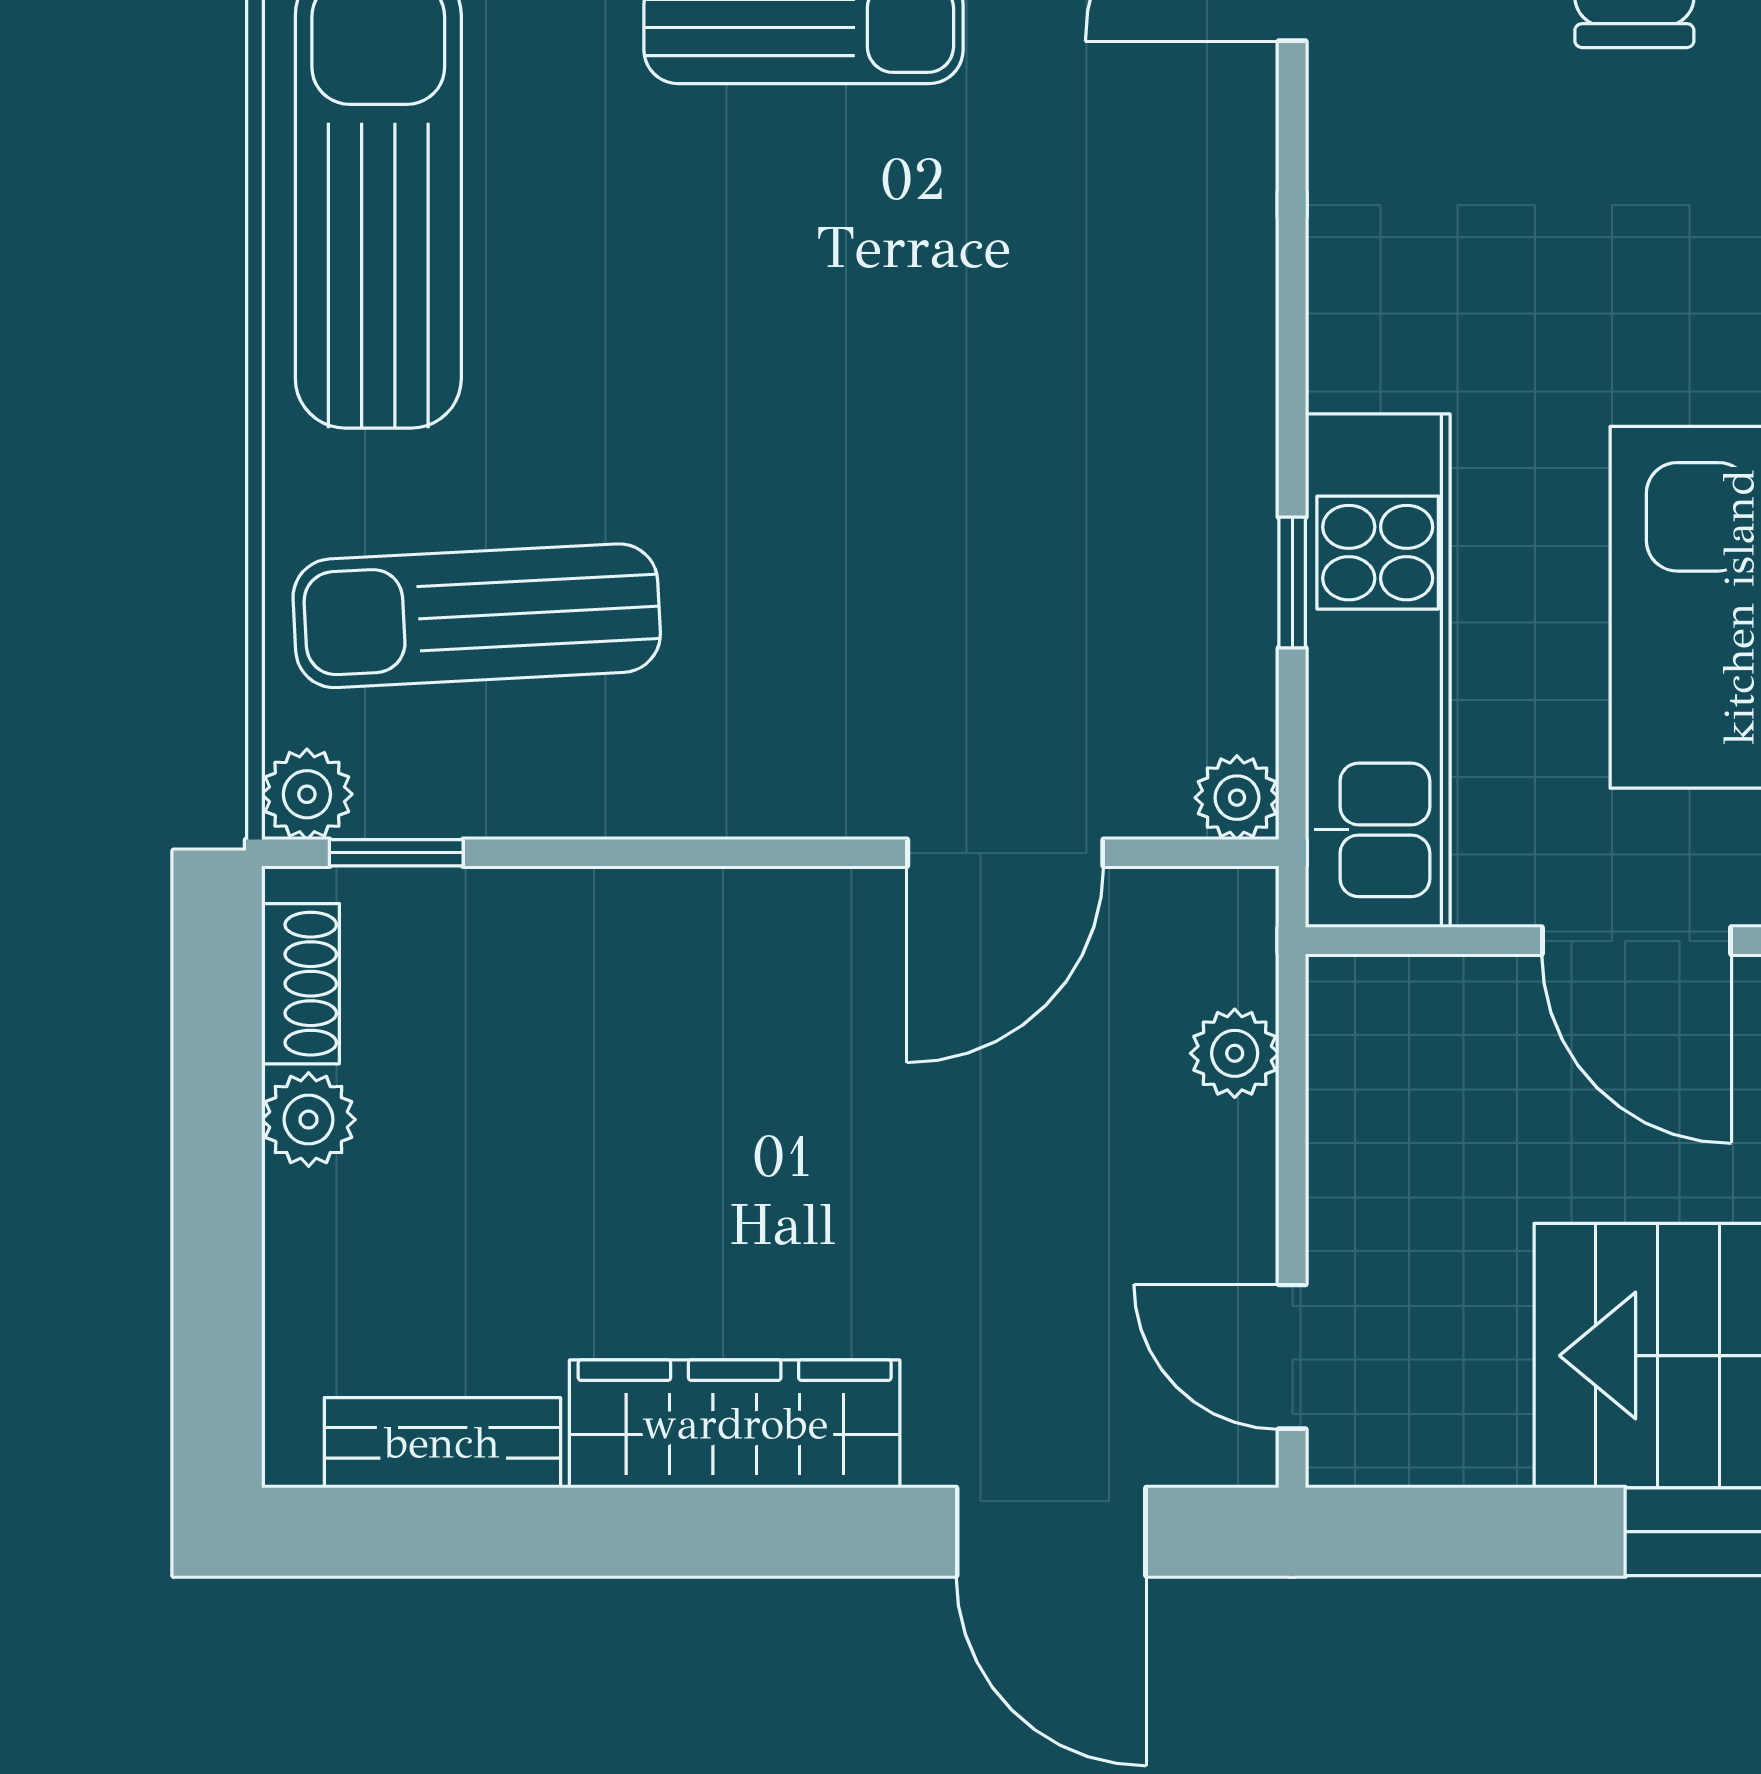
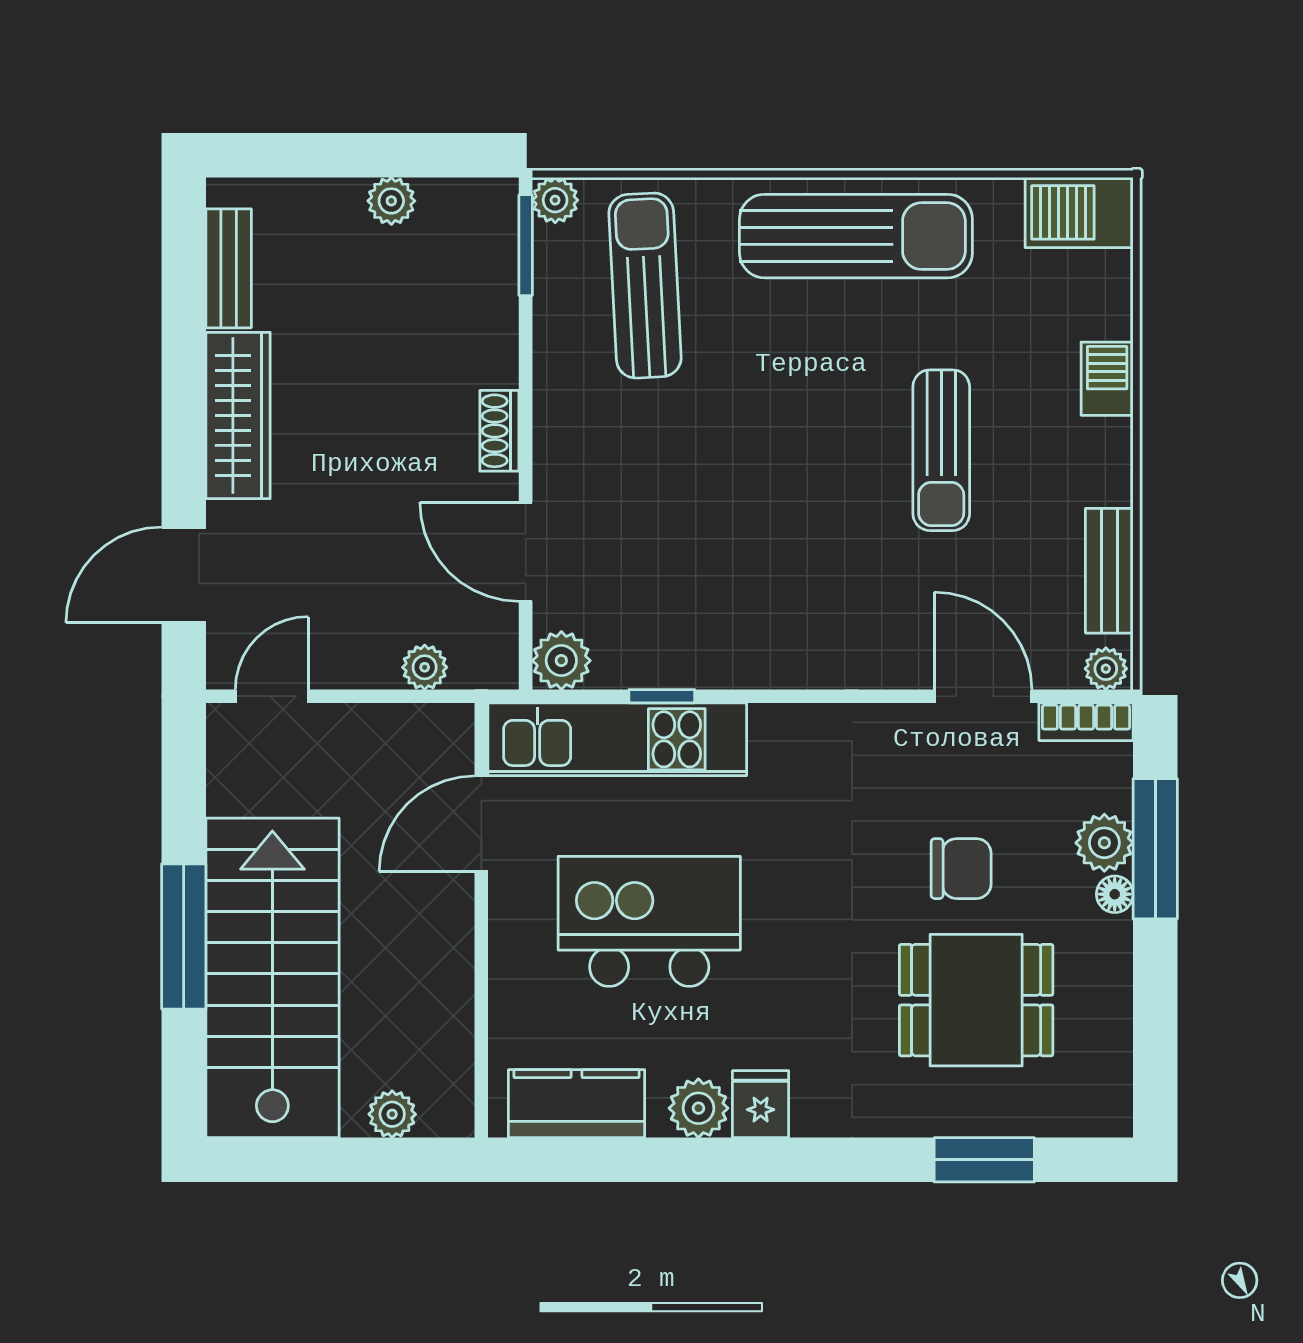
plant: (1237, 798) -> (561, 661), width x1.38, depth x1.38
window: (396, 853) -> (526, 245), width x1.50
door: (1637, 941) -> (481, 824), moved
shoe rack: (301, 984) -> (499, 431), moved, turned 90

